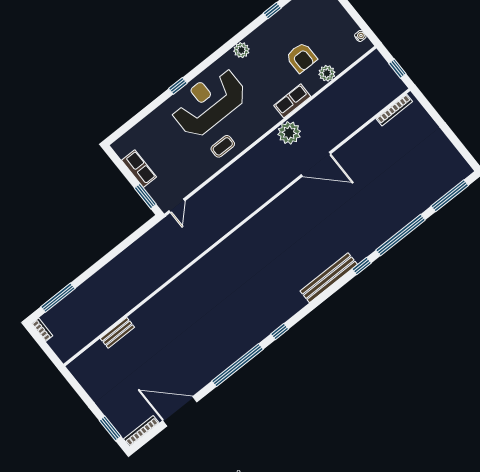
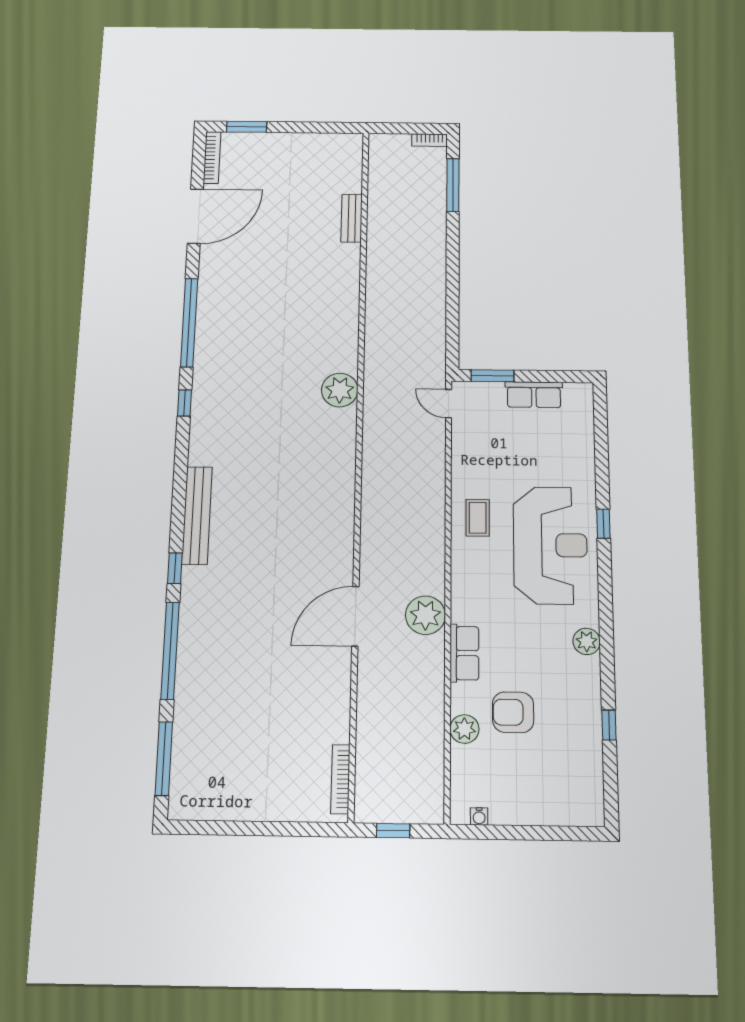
plant: (212, 263) -> (340, 390), added

